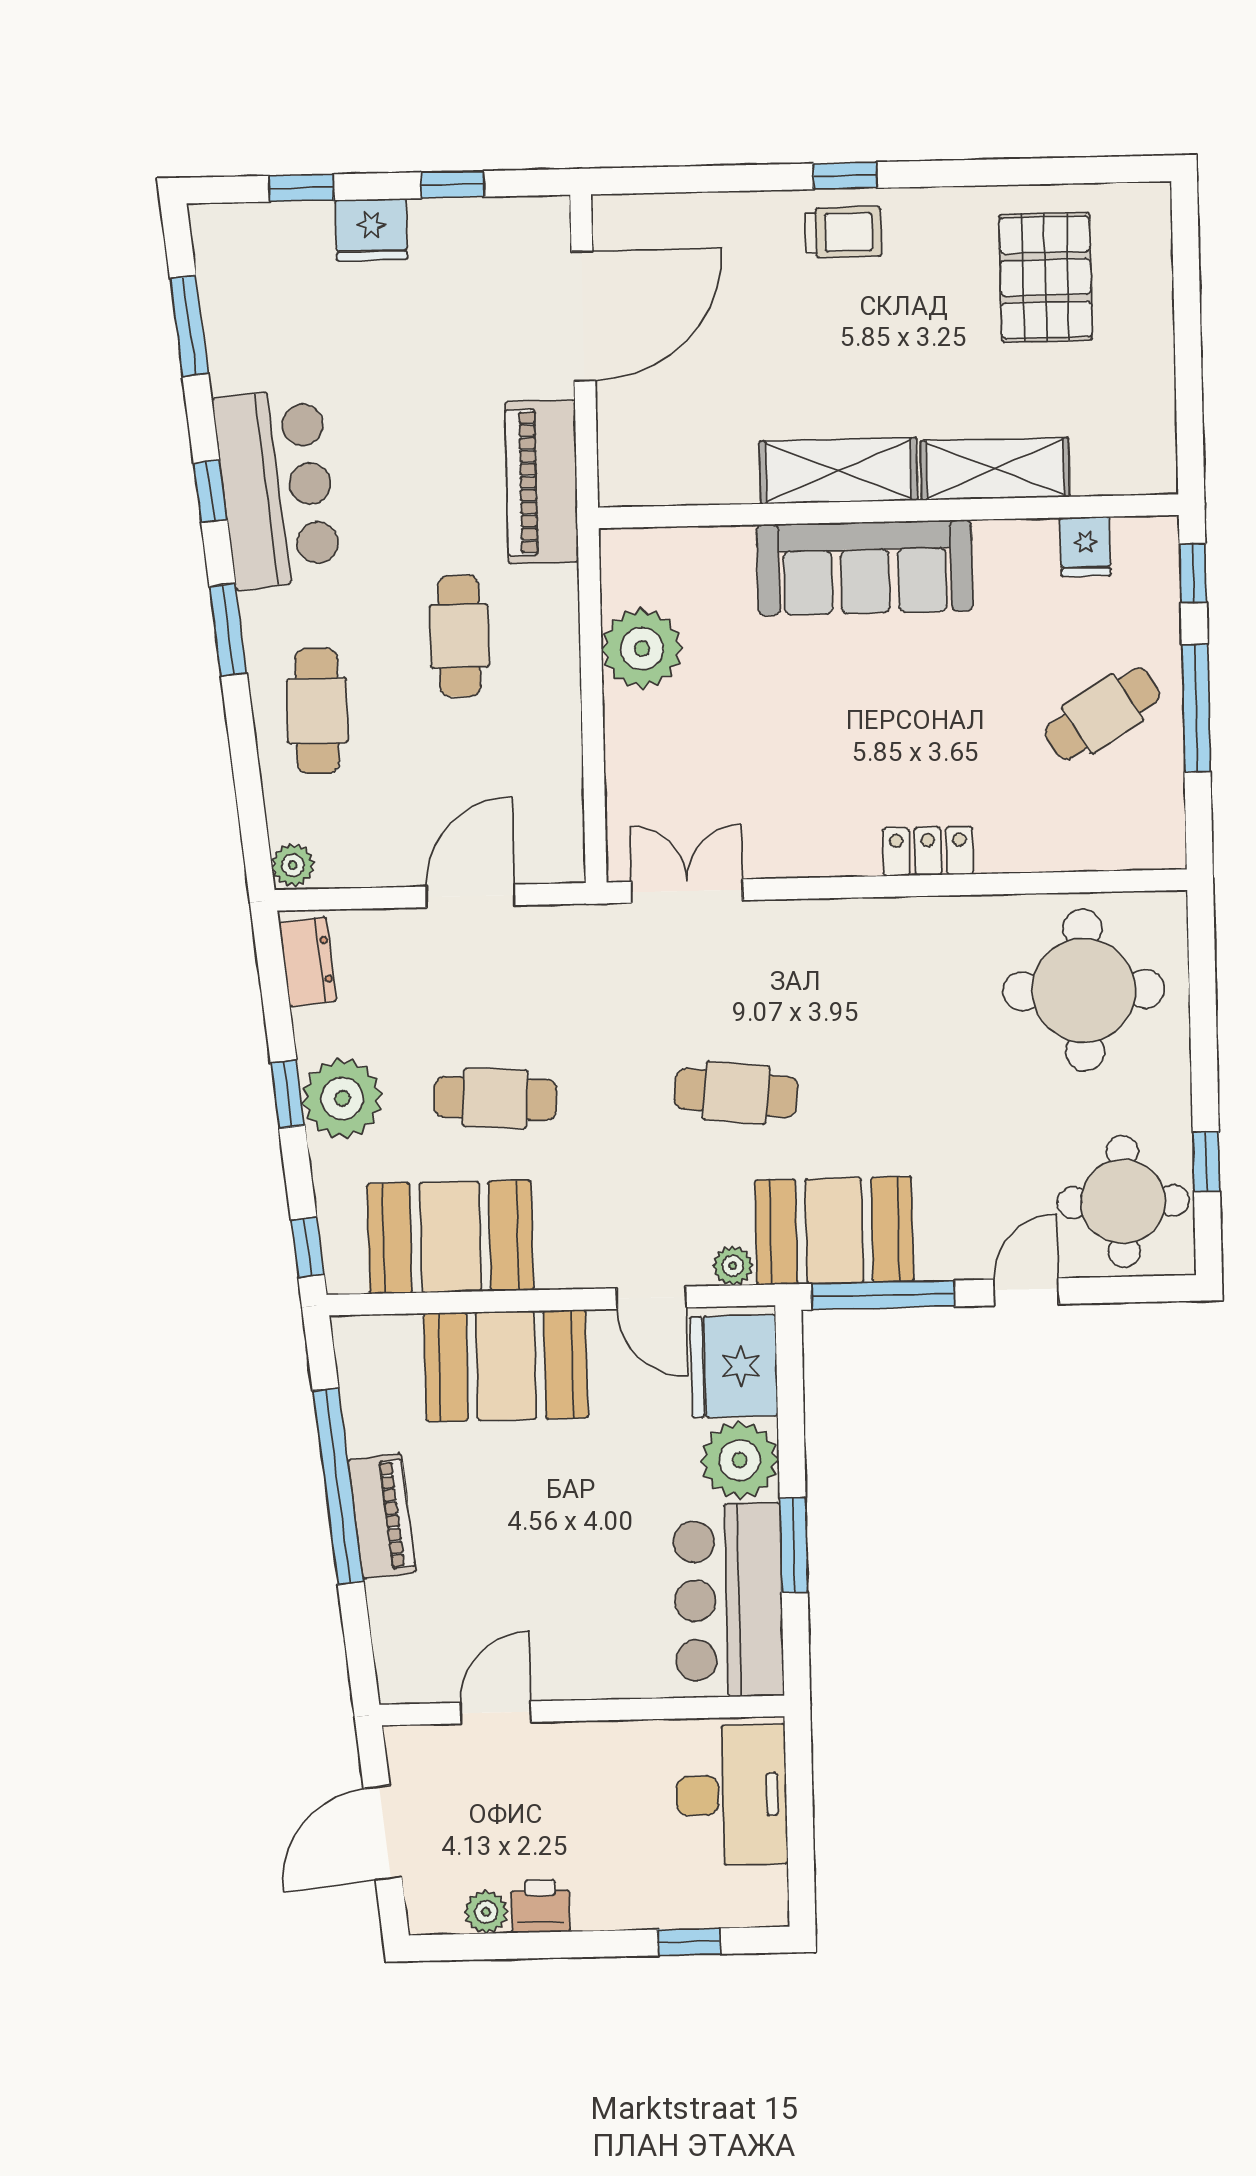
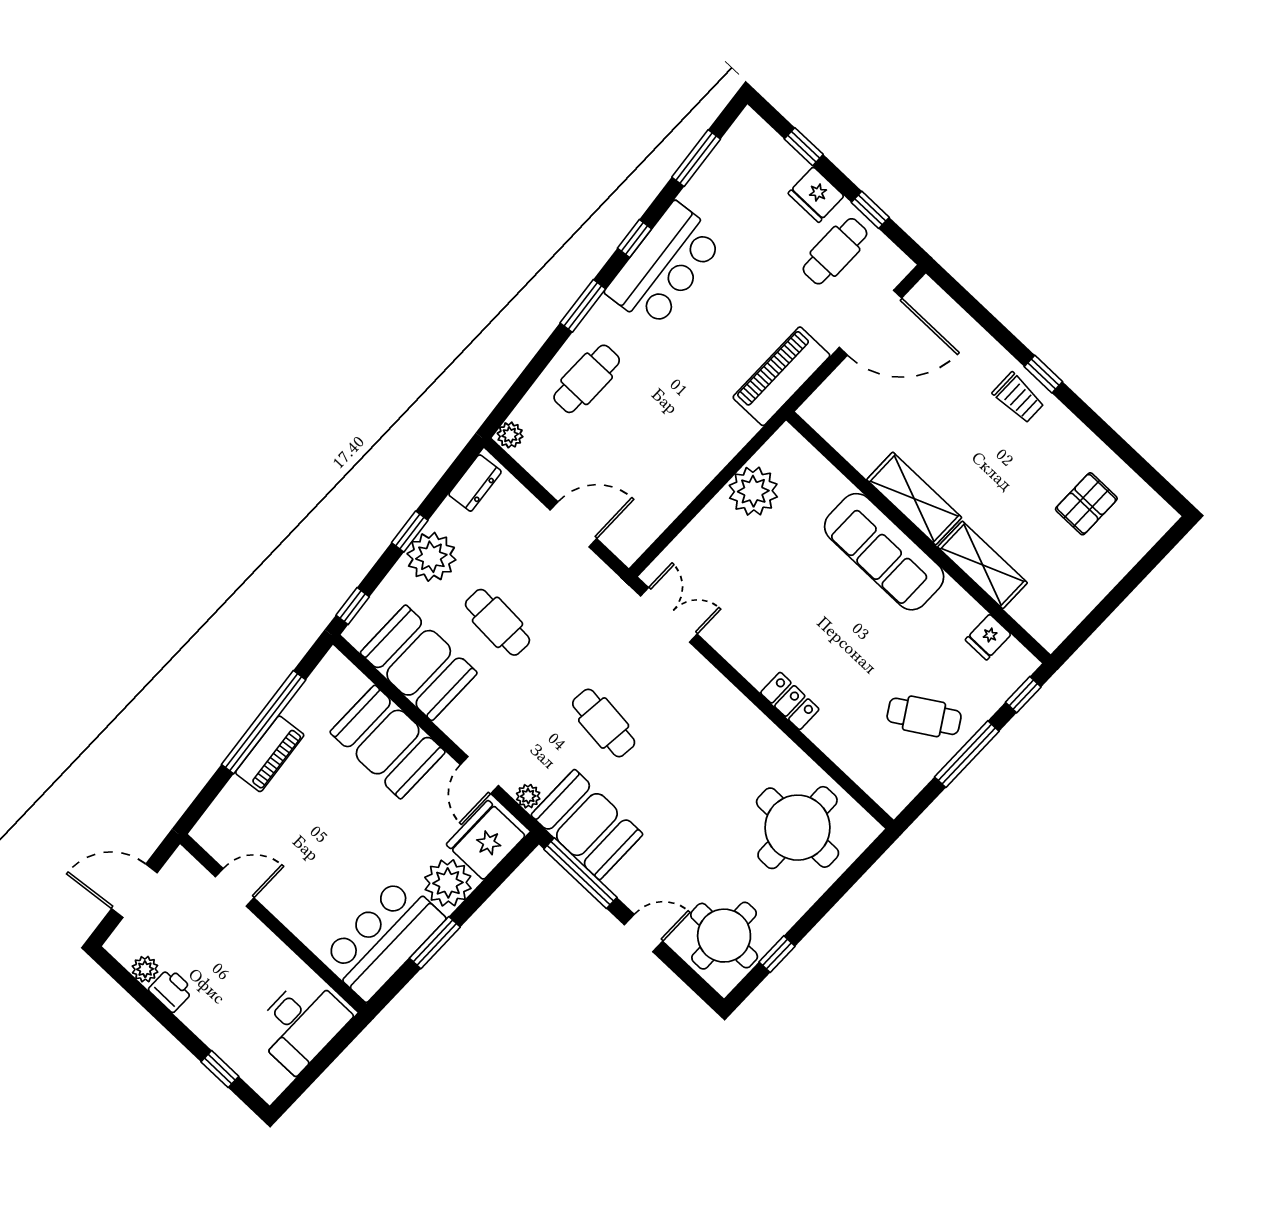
pallet: (1046, 277) -> (1086, 504), width x0.67, depth x0.71
cafe table: (459, 636) -> (835, 251), moved

